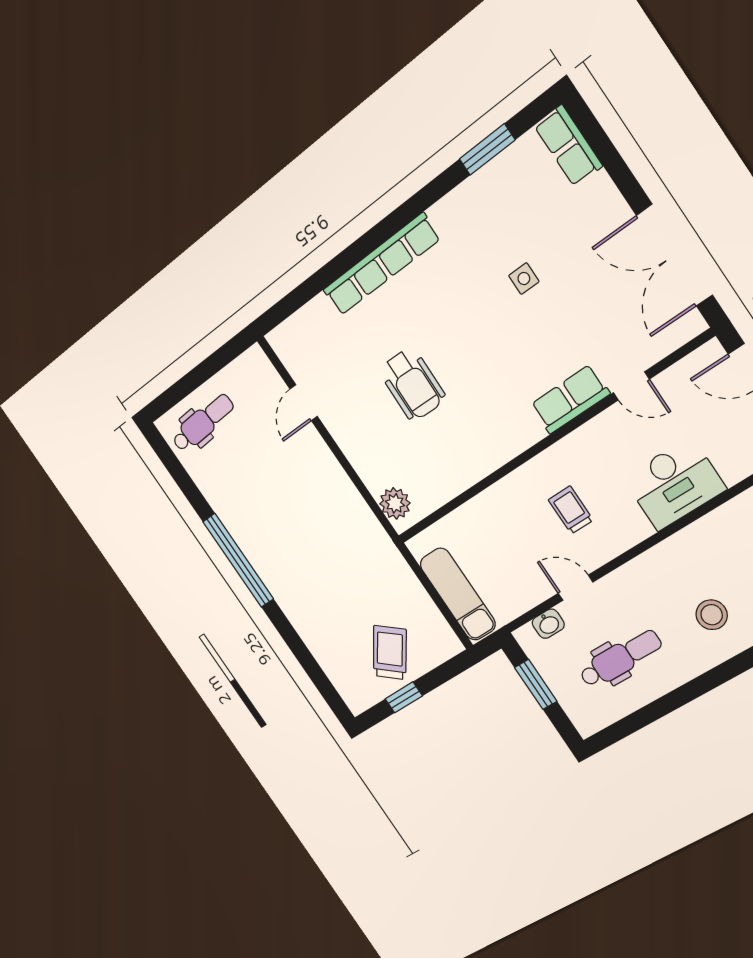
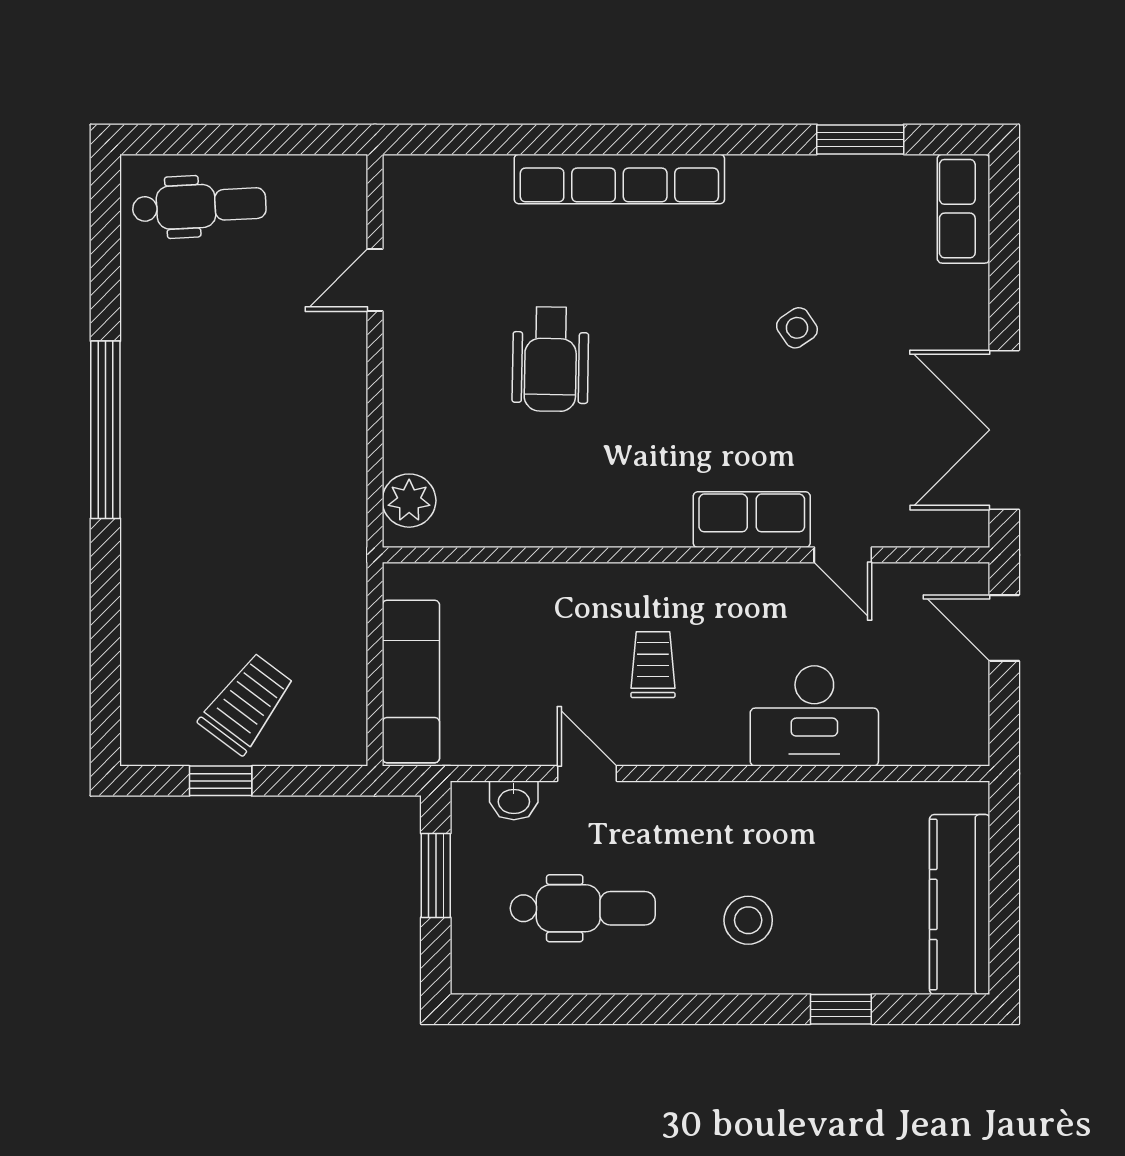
side table: (524, 279) -> (797, 328), turned -34

